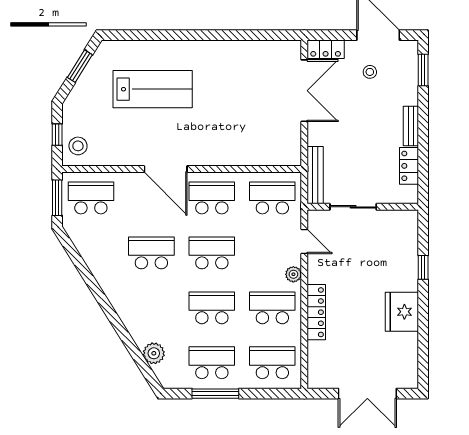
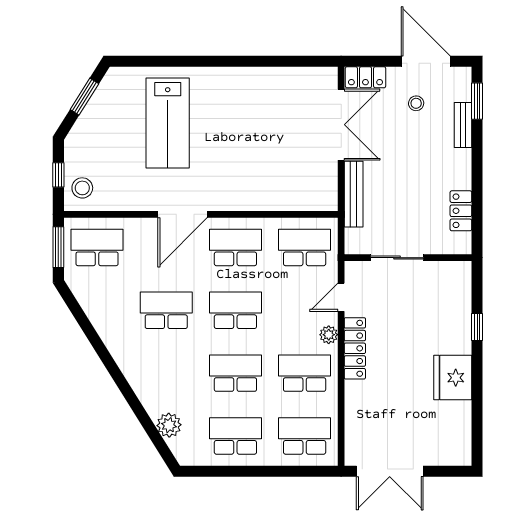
lab bench: (153, 89) -> (168, 123), turned 90
bench: (411, 126) -> (463, 125), moved
door: (166, 169) -> (183, 214), hinge flipped
bench: (315, 175) -> (354, 194), moved
door: (304, 241) -> (341, 297), swing flipped
locker: (316, 312) -> (355, 348), moved
window: (215, 394) -> (239, 471), removed
double door: (367, 394) -> (390, 471), moved

